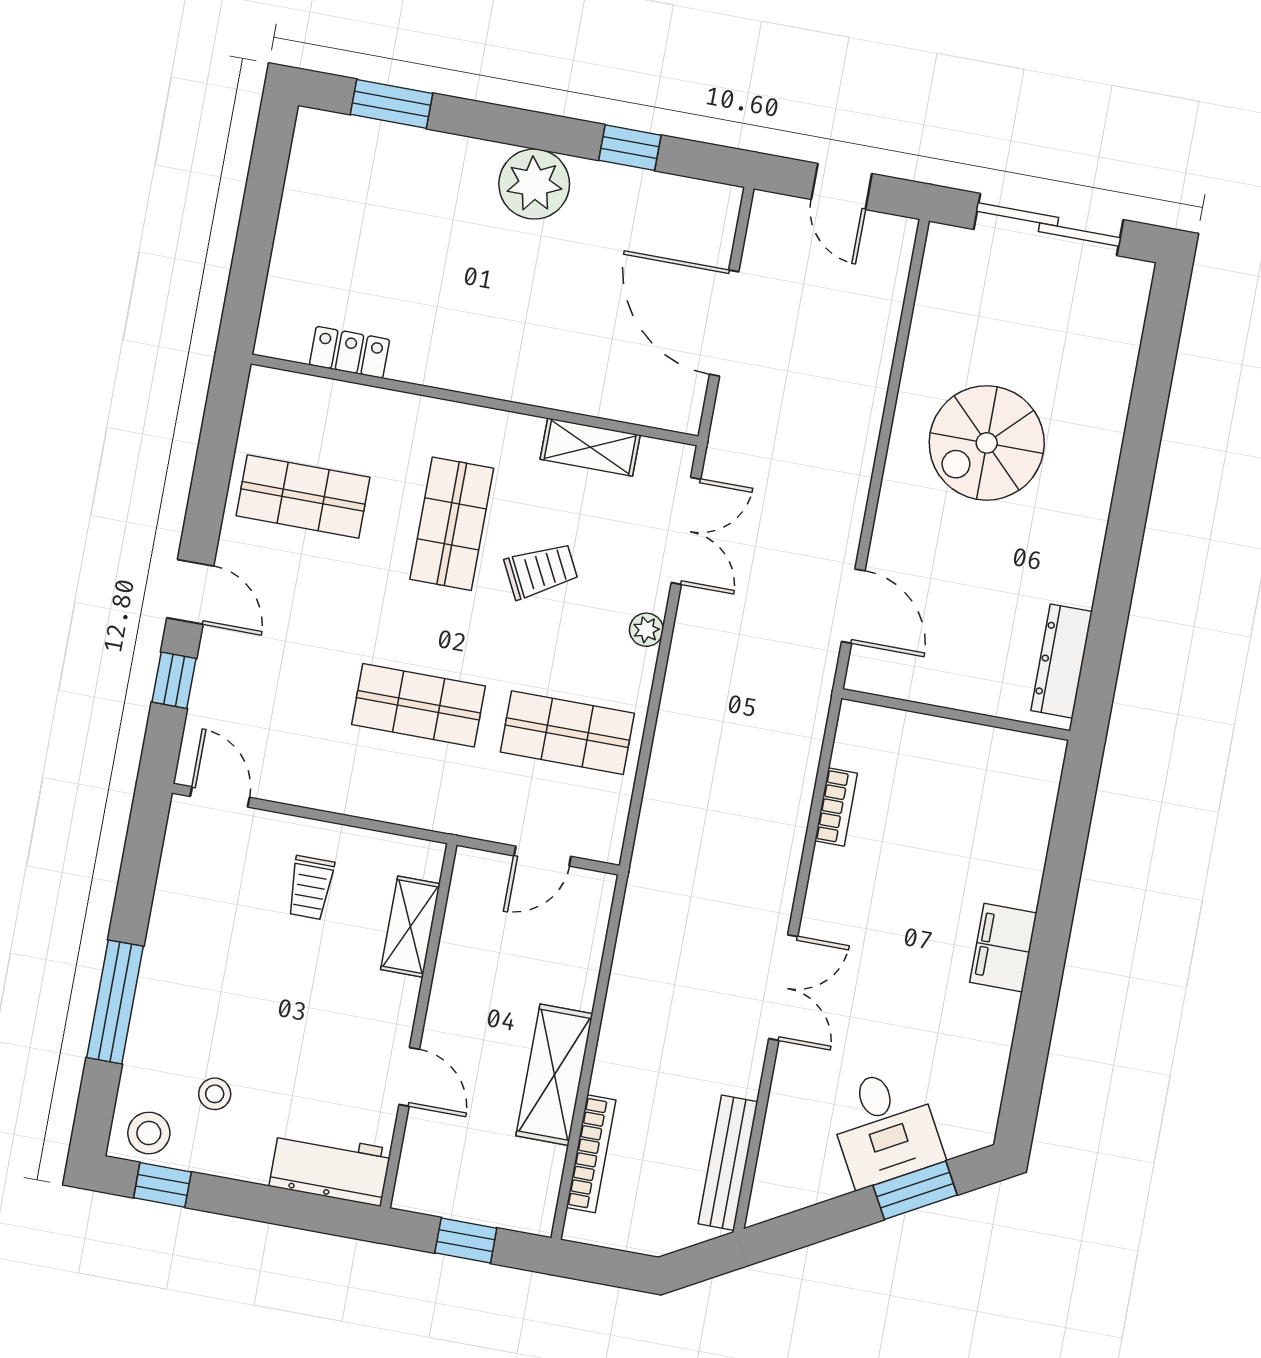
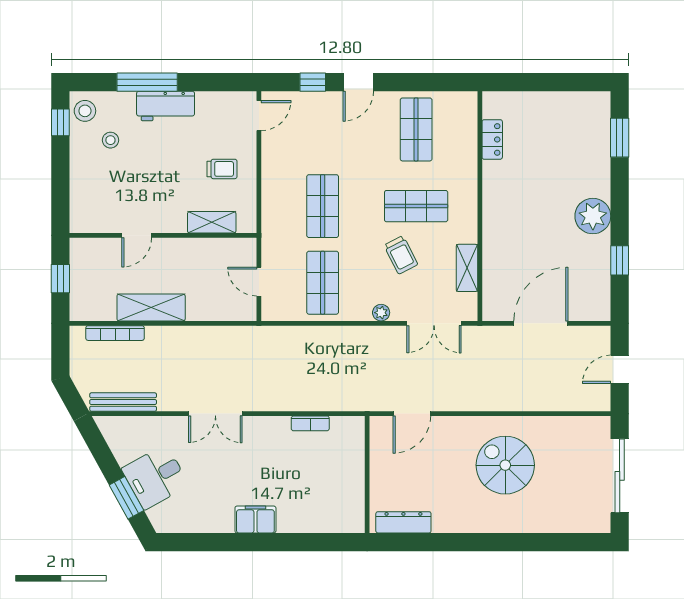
trolley: (310, 888) -> (222, 169), turned 180
workbench: (330, 1168) -> (166, 106), moved, turned 90

